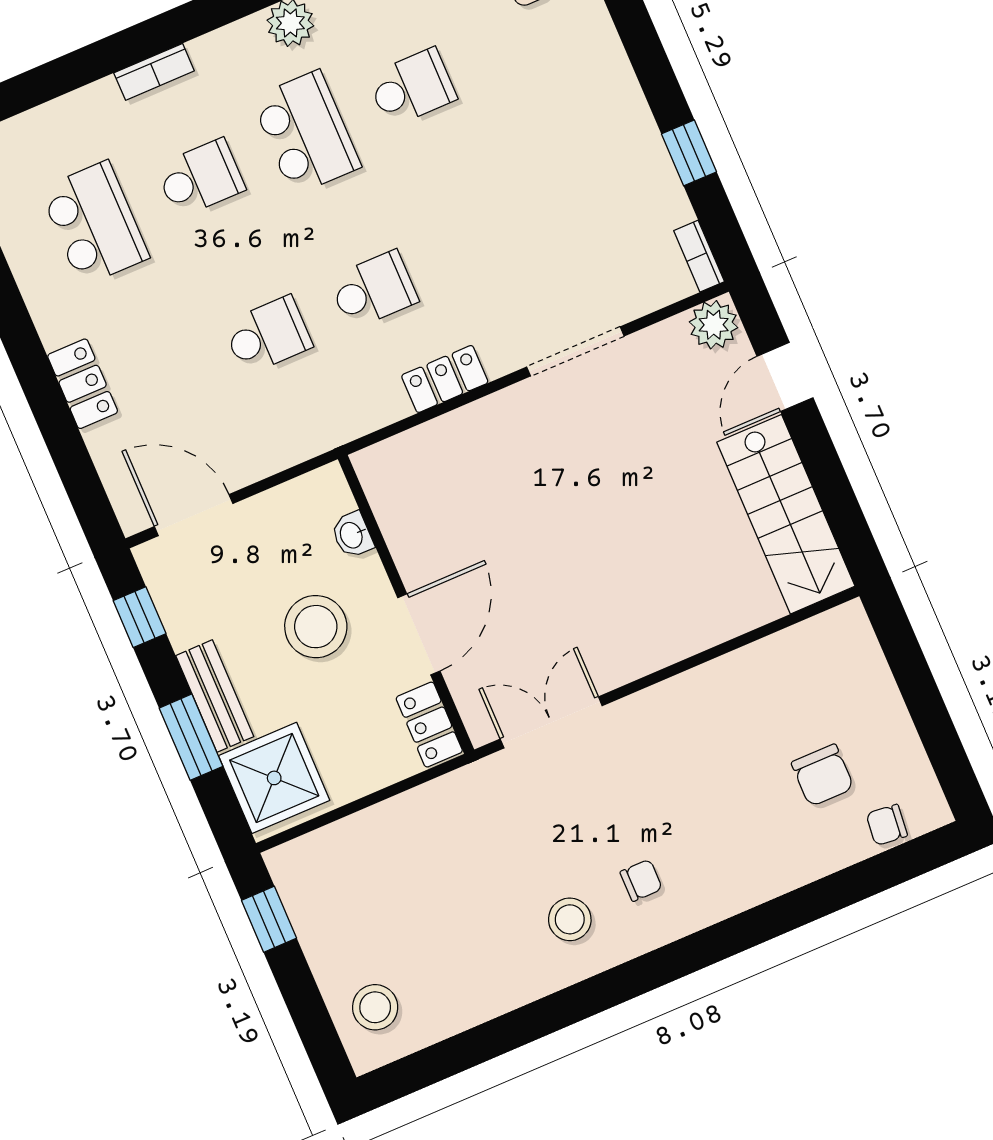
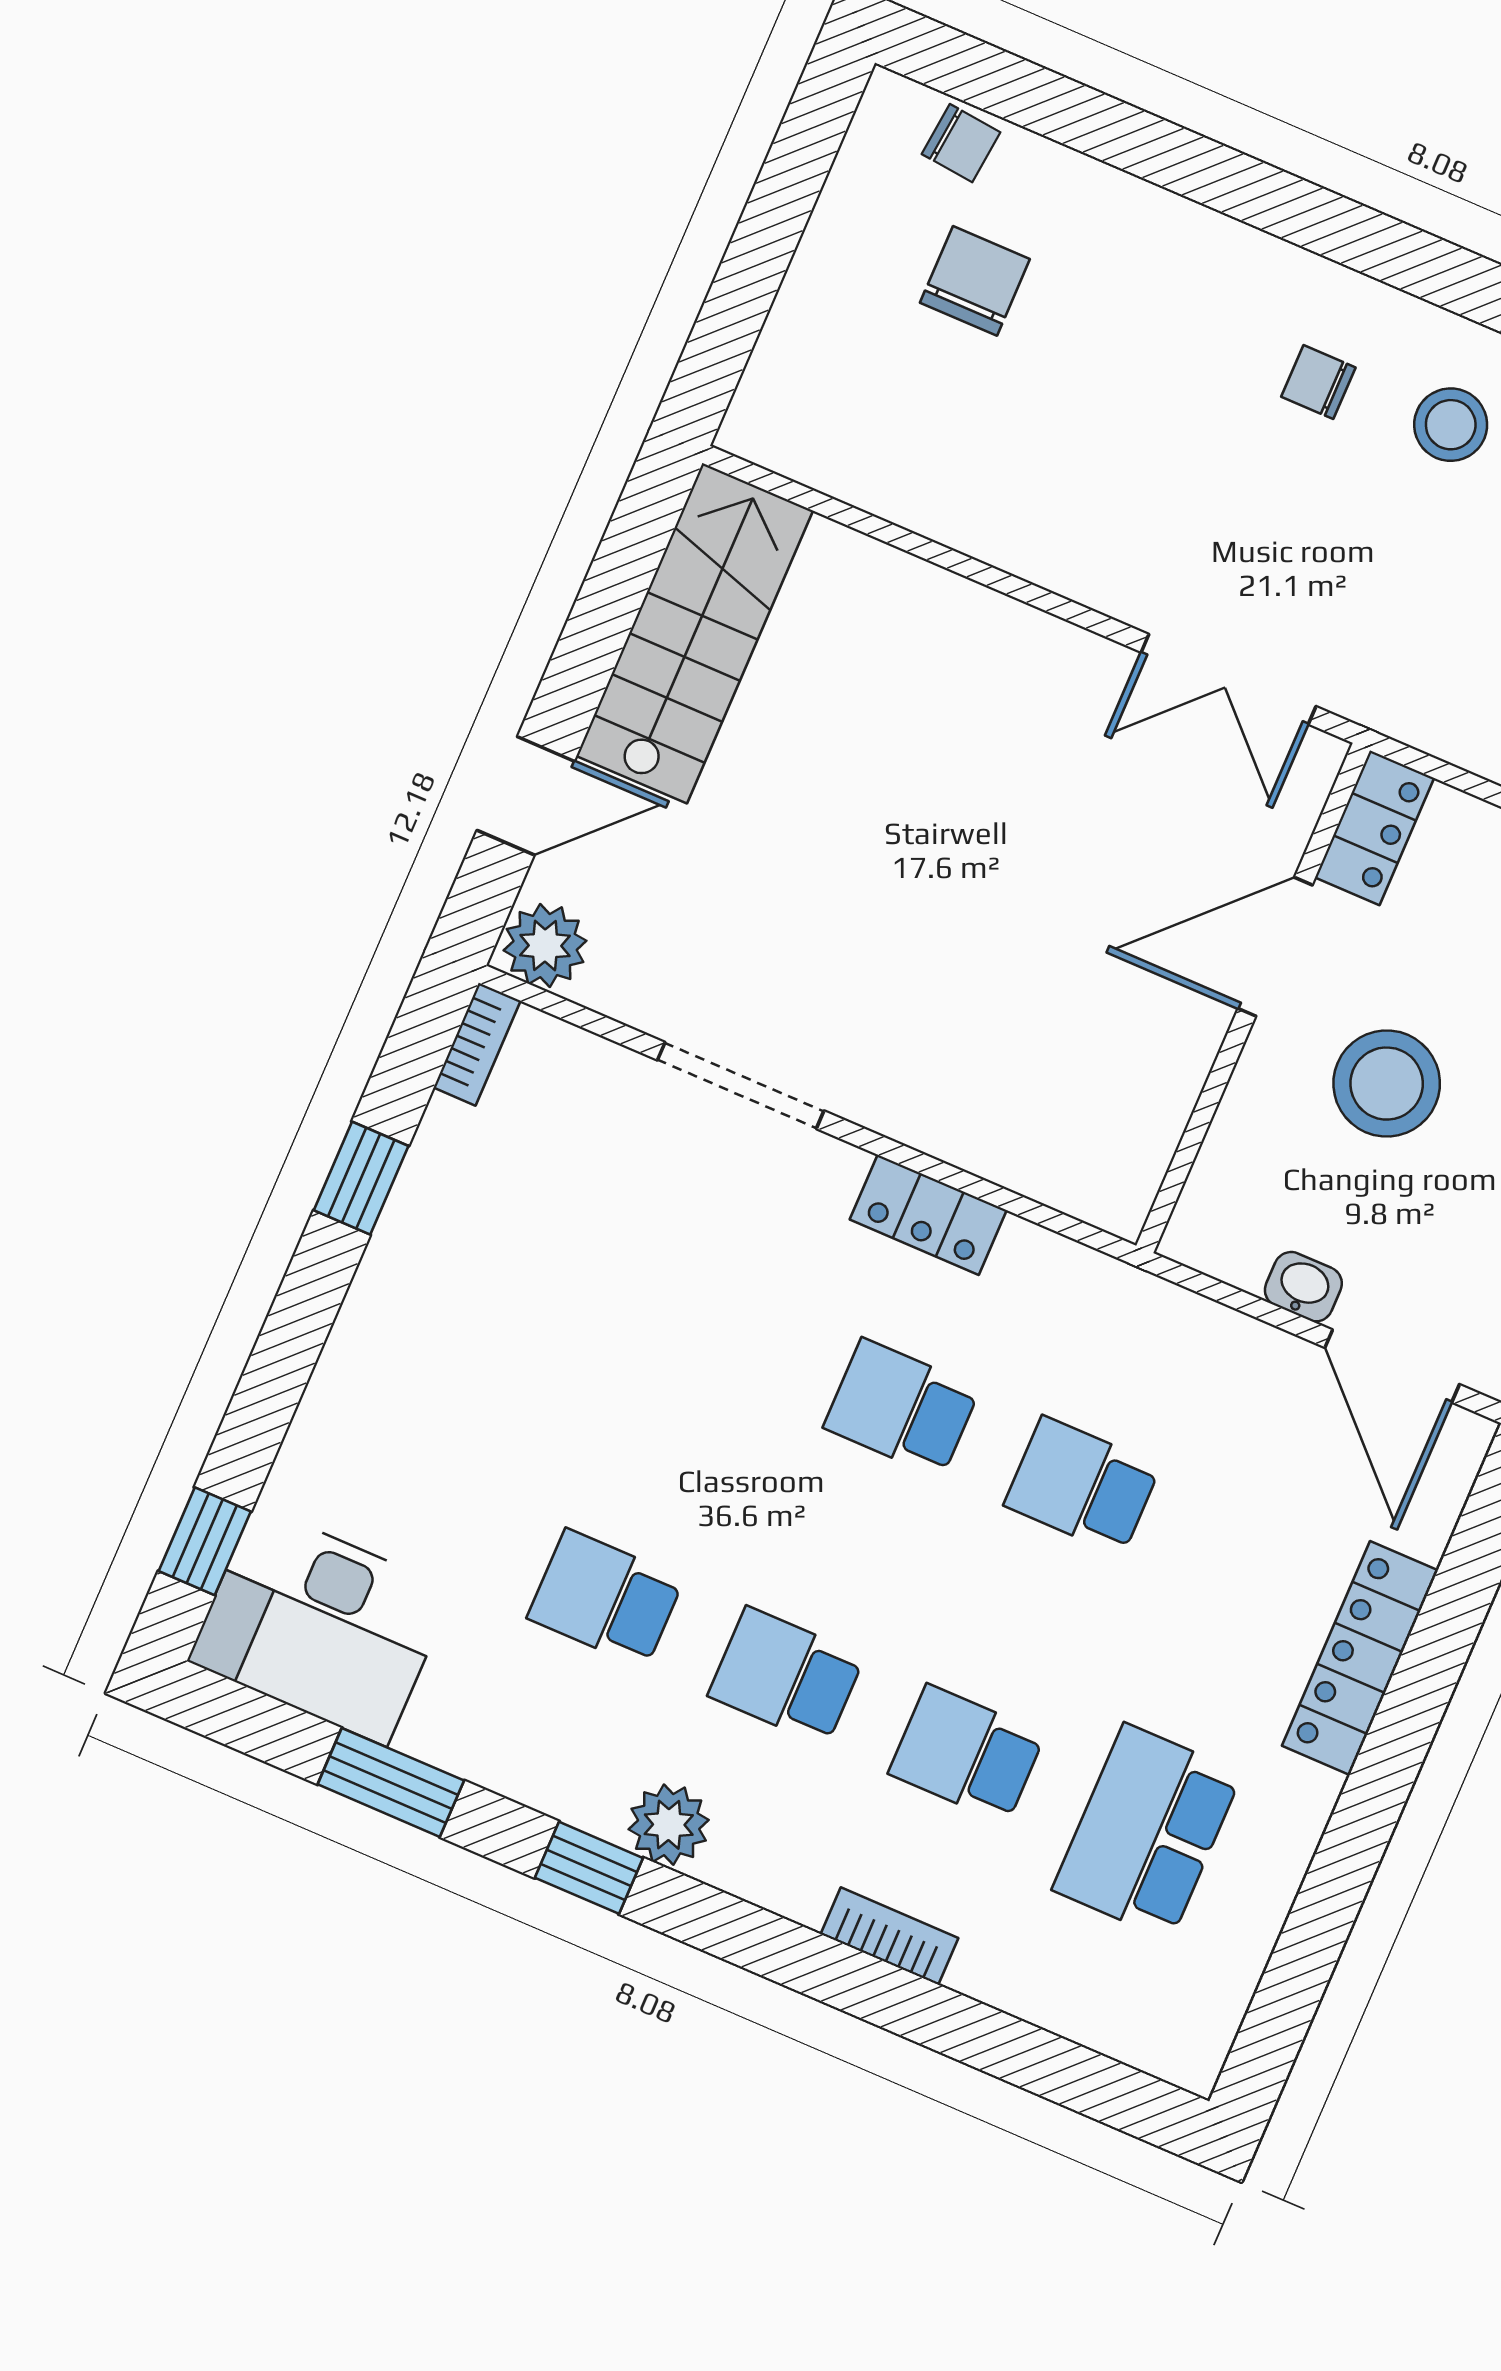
school desk: (306, 133) -> (786, 1676), width x0.54
locker: (83, 384) -> (1360, 1658), width x1.53
washbasin: (352, 535) -> (1303, 1287), moved, turned -90

